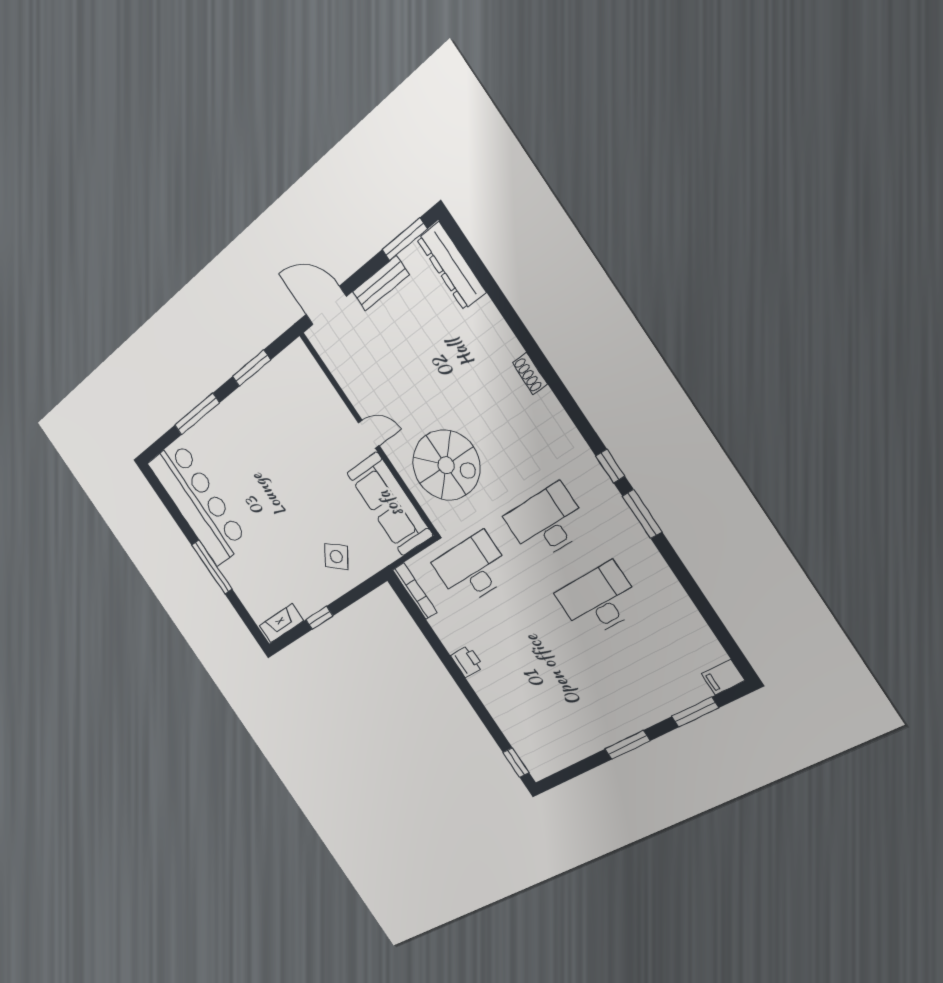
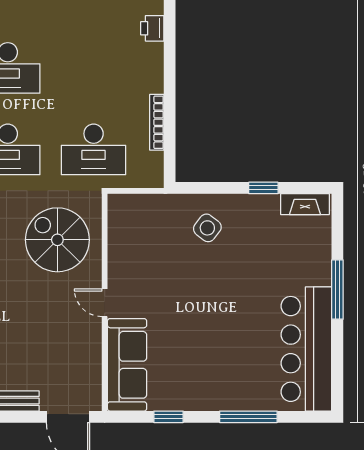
window: (251, 368) -> (169, 417), width x0.67
sofa: (390, 504) -> (127, 365), moved
bookcase: (415, 591) -> (157, 122), moved
printer: (467, 661) -> (152, 28), moved

